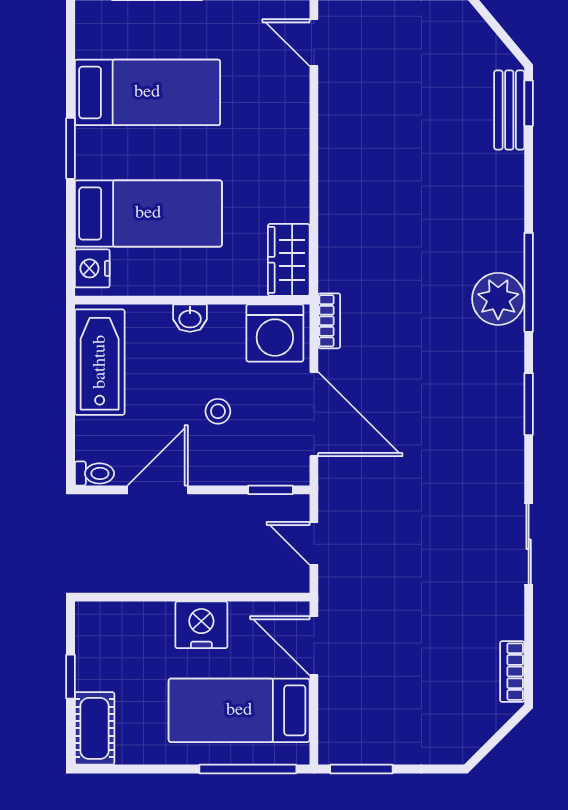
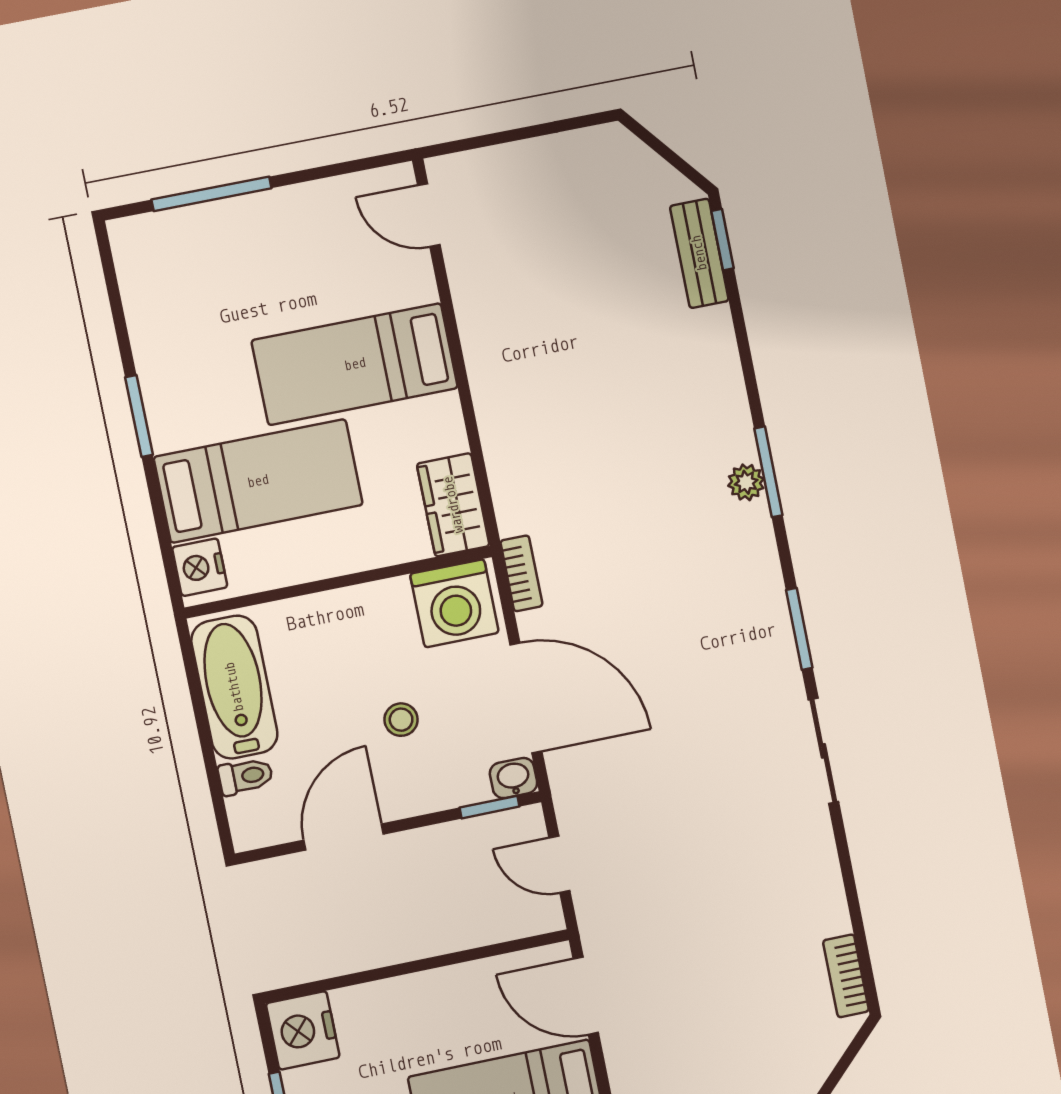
bed: (147, 92) -> (355, 364), moved, turned 180
window: (529, 282) -> (768, 472), width x0.69
plant: (498, 299) -> (746, 482), width x0.53, depth x0.53
washbasin: (190, 318) -> (513, 778), moved, turned 180
toilet: (94, 473) -> (246, 776), moved
sliding door: (529, 544) -> (823, 751), moved
nightstand: (201, 625) -> (303, 1030), moved, turned -90

